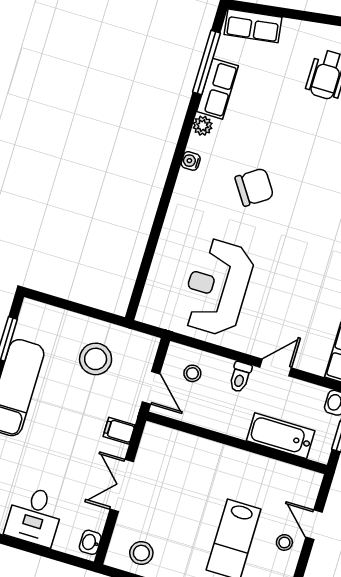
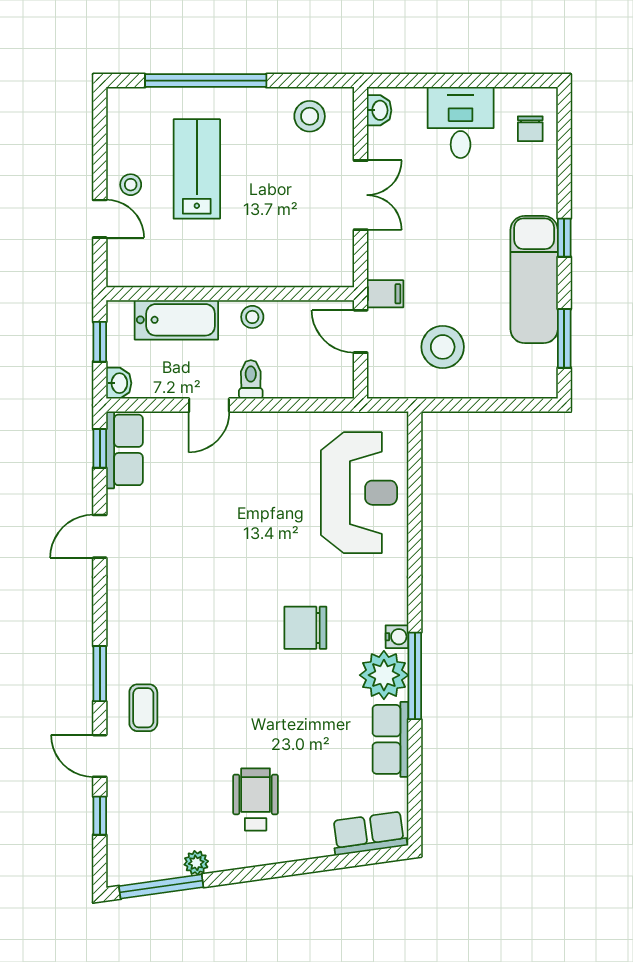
window: (206, 62) -> (415, 676), moved
plant: (203, 126) -> (384, 675), width x1.88, depth x1.88
chair: (254, 187) -> (305, 628), turned 34
reception desk: (217, 287) -> (359, 493), moved
stool: (192, 373) -> (252, 317), moved
filing cabinet: (119, 431) -> (385, 294), moved

